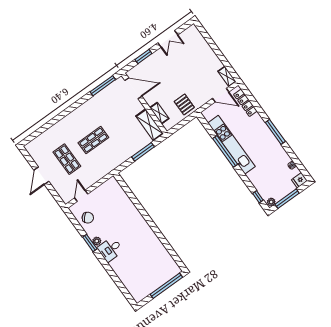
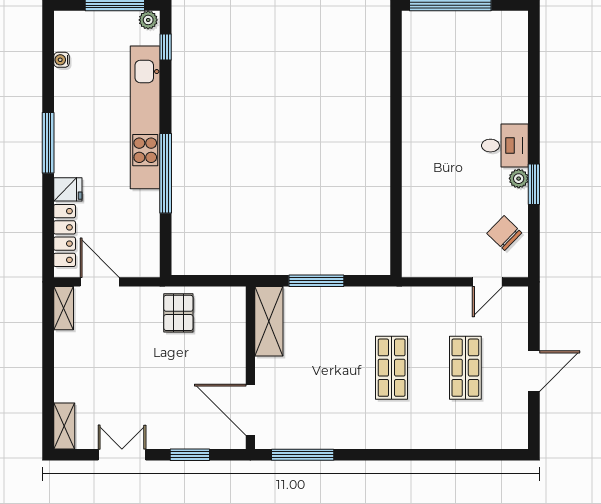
shelving: (159, 113) -> (64, 426), moved
shop shelf: (93, 140) -> (392, 368), turned 90
kitchen unit: (231, 145) -> (145, 117), moved
fridge: (299, 180) -> (68, 189), moved

